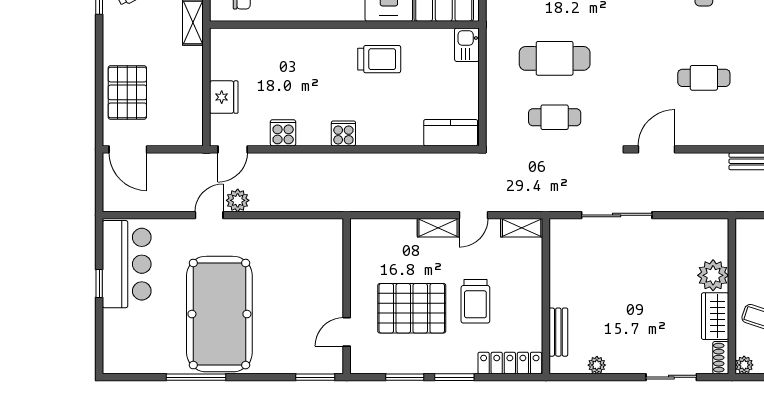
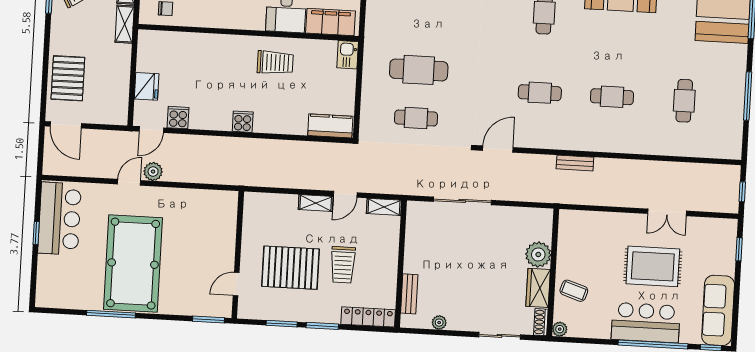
cooker: (283, 133) -> (178, 118), moved

